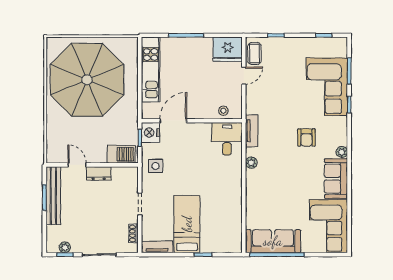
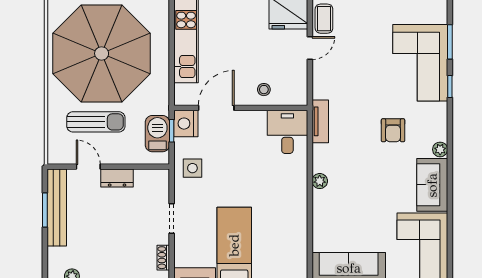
stool: (223, 111) -> (264, 90), moved
sun lounger: (83, 131) -> (96, 122), added
barbecue: (121, 154) -> (157, 134), moved, turned -90
plant: (251, 163) -> (320, 181), moved

